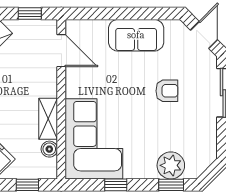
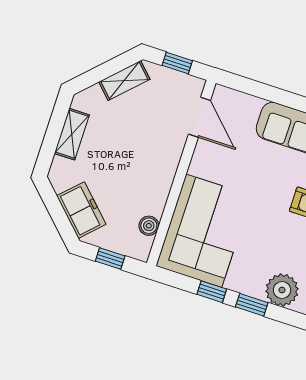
shelving: (48, 119) -> (159, 191), removed
window: (171, 185) -> (252, 305), moved

